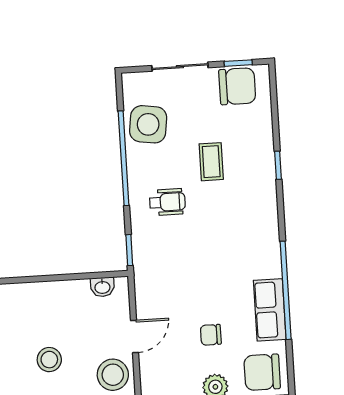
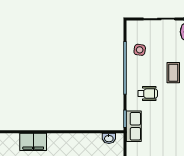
side table: (148, 124) -> (140, 50), width x0.54, depth x0.54
row of seats: (146, 262) -> (134, 126), added

